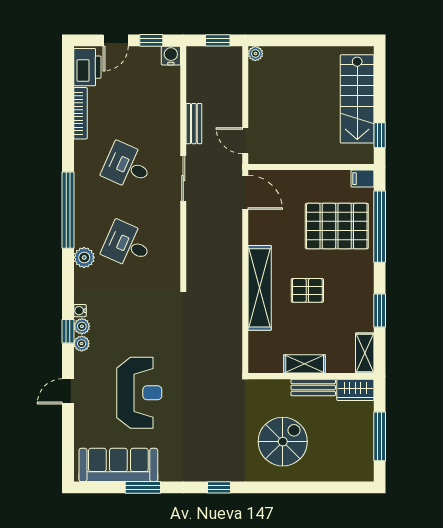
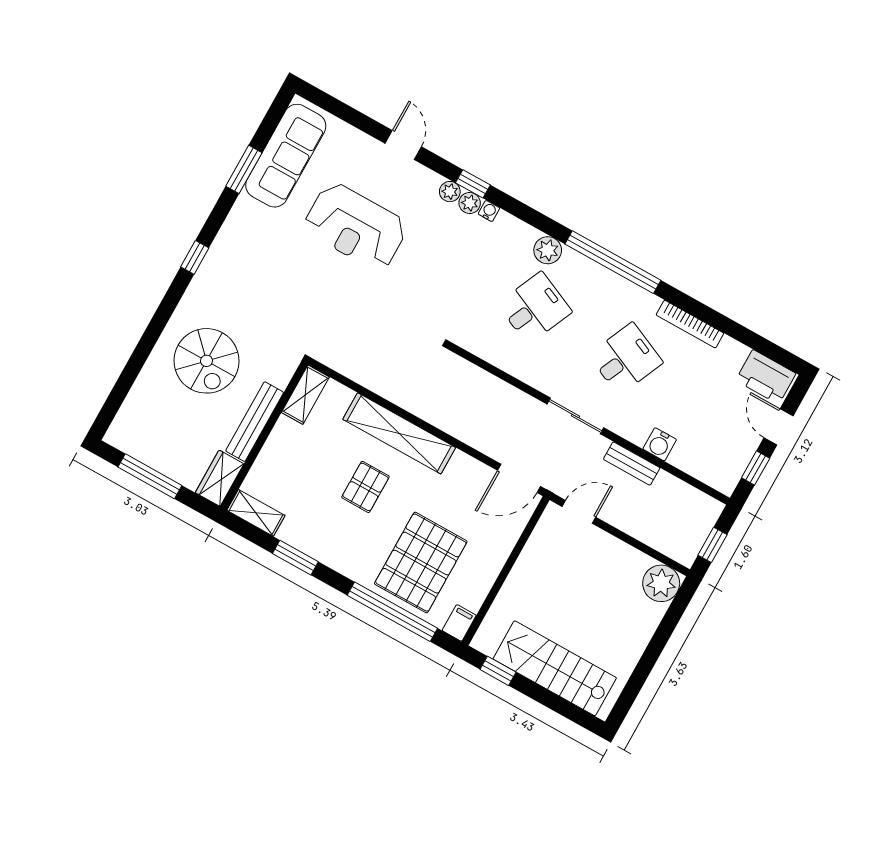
plant: (255, 54) -> (661, 583), width x1.88, depth x1.88
water cooler: (171, 56) -> (660, 444), moved, turned 90
bookcase: (80, 113) -> (690, 324), moved
shelving: (305, 364) -> (305, 395), moved
bench: (313, 387) -> (255, 422), width x1.36

